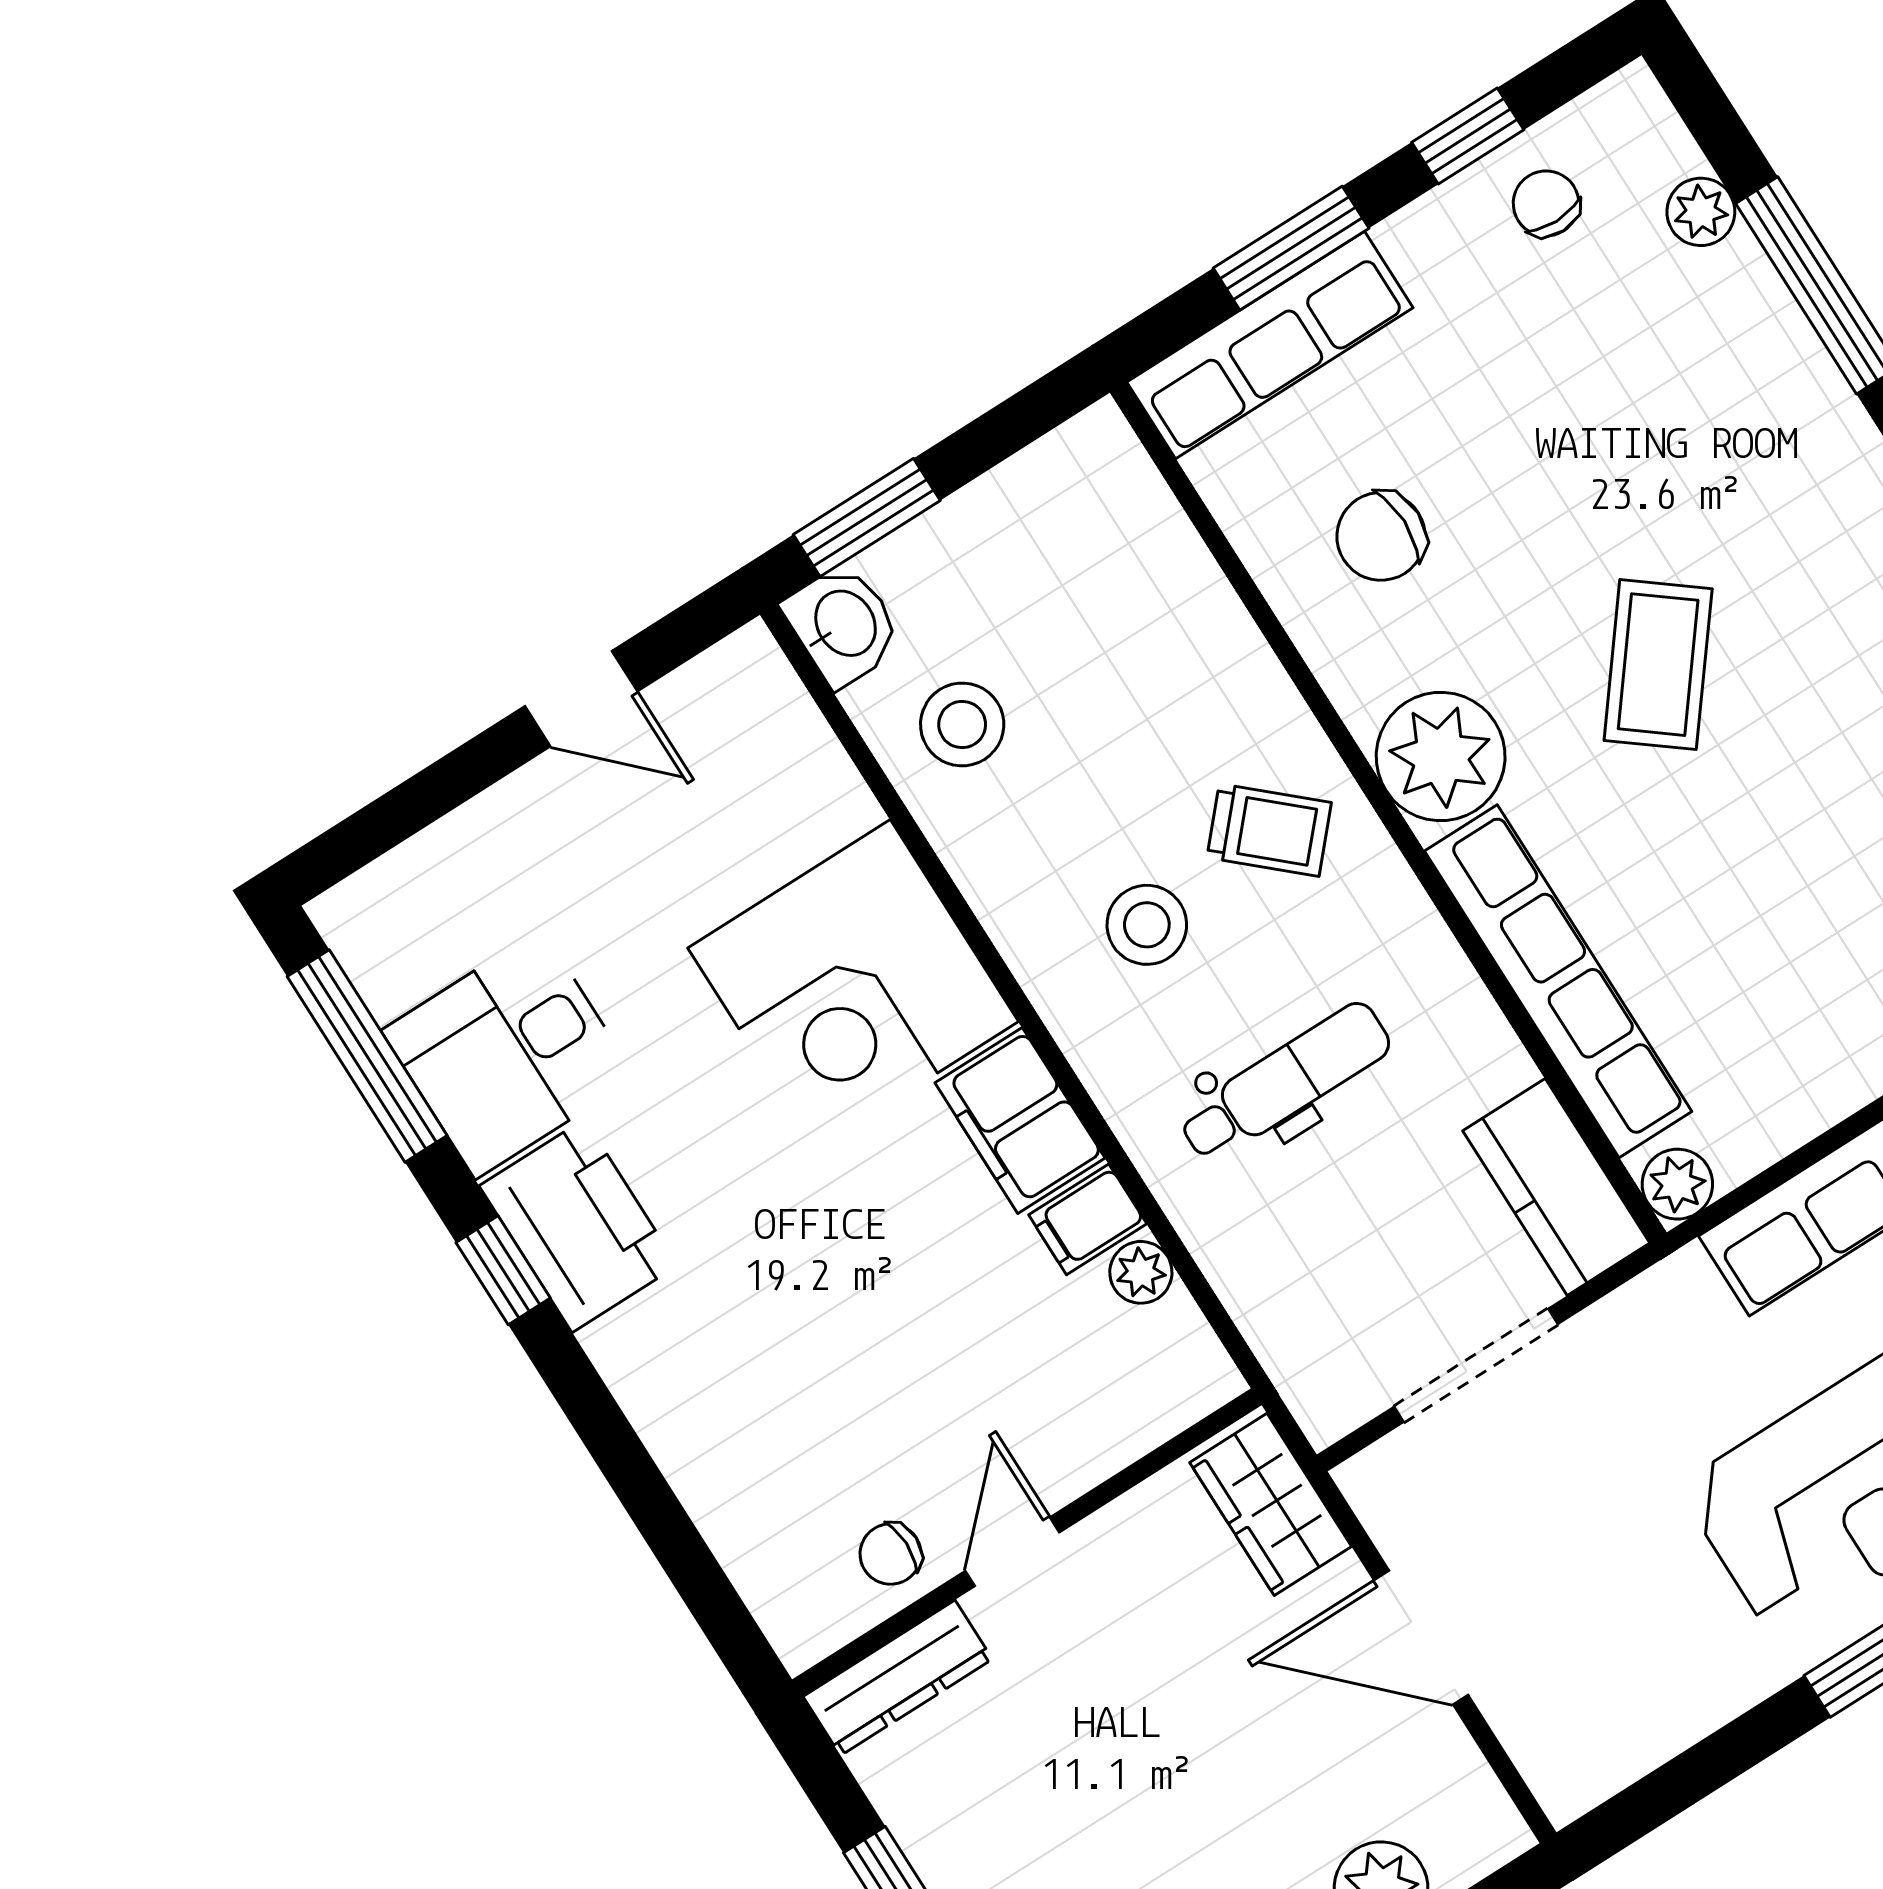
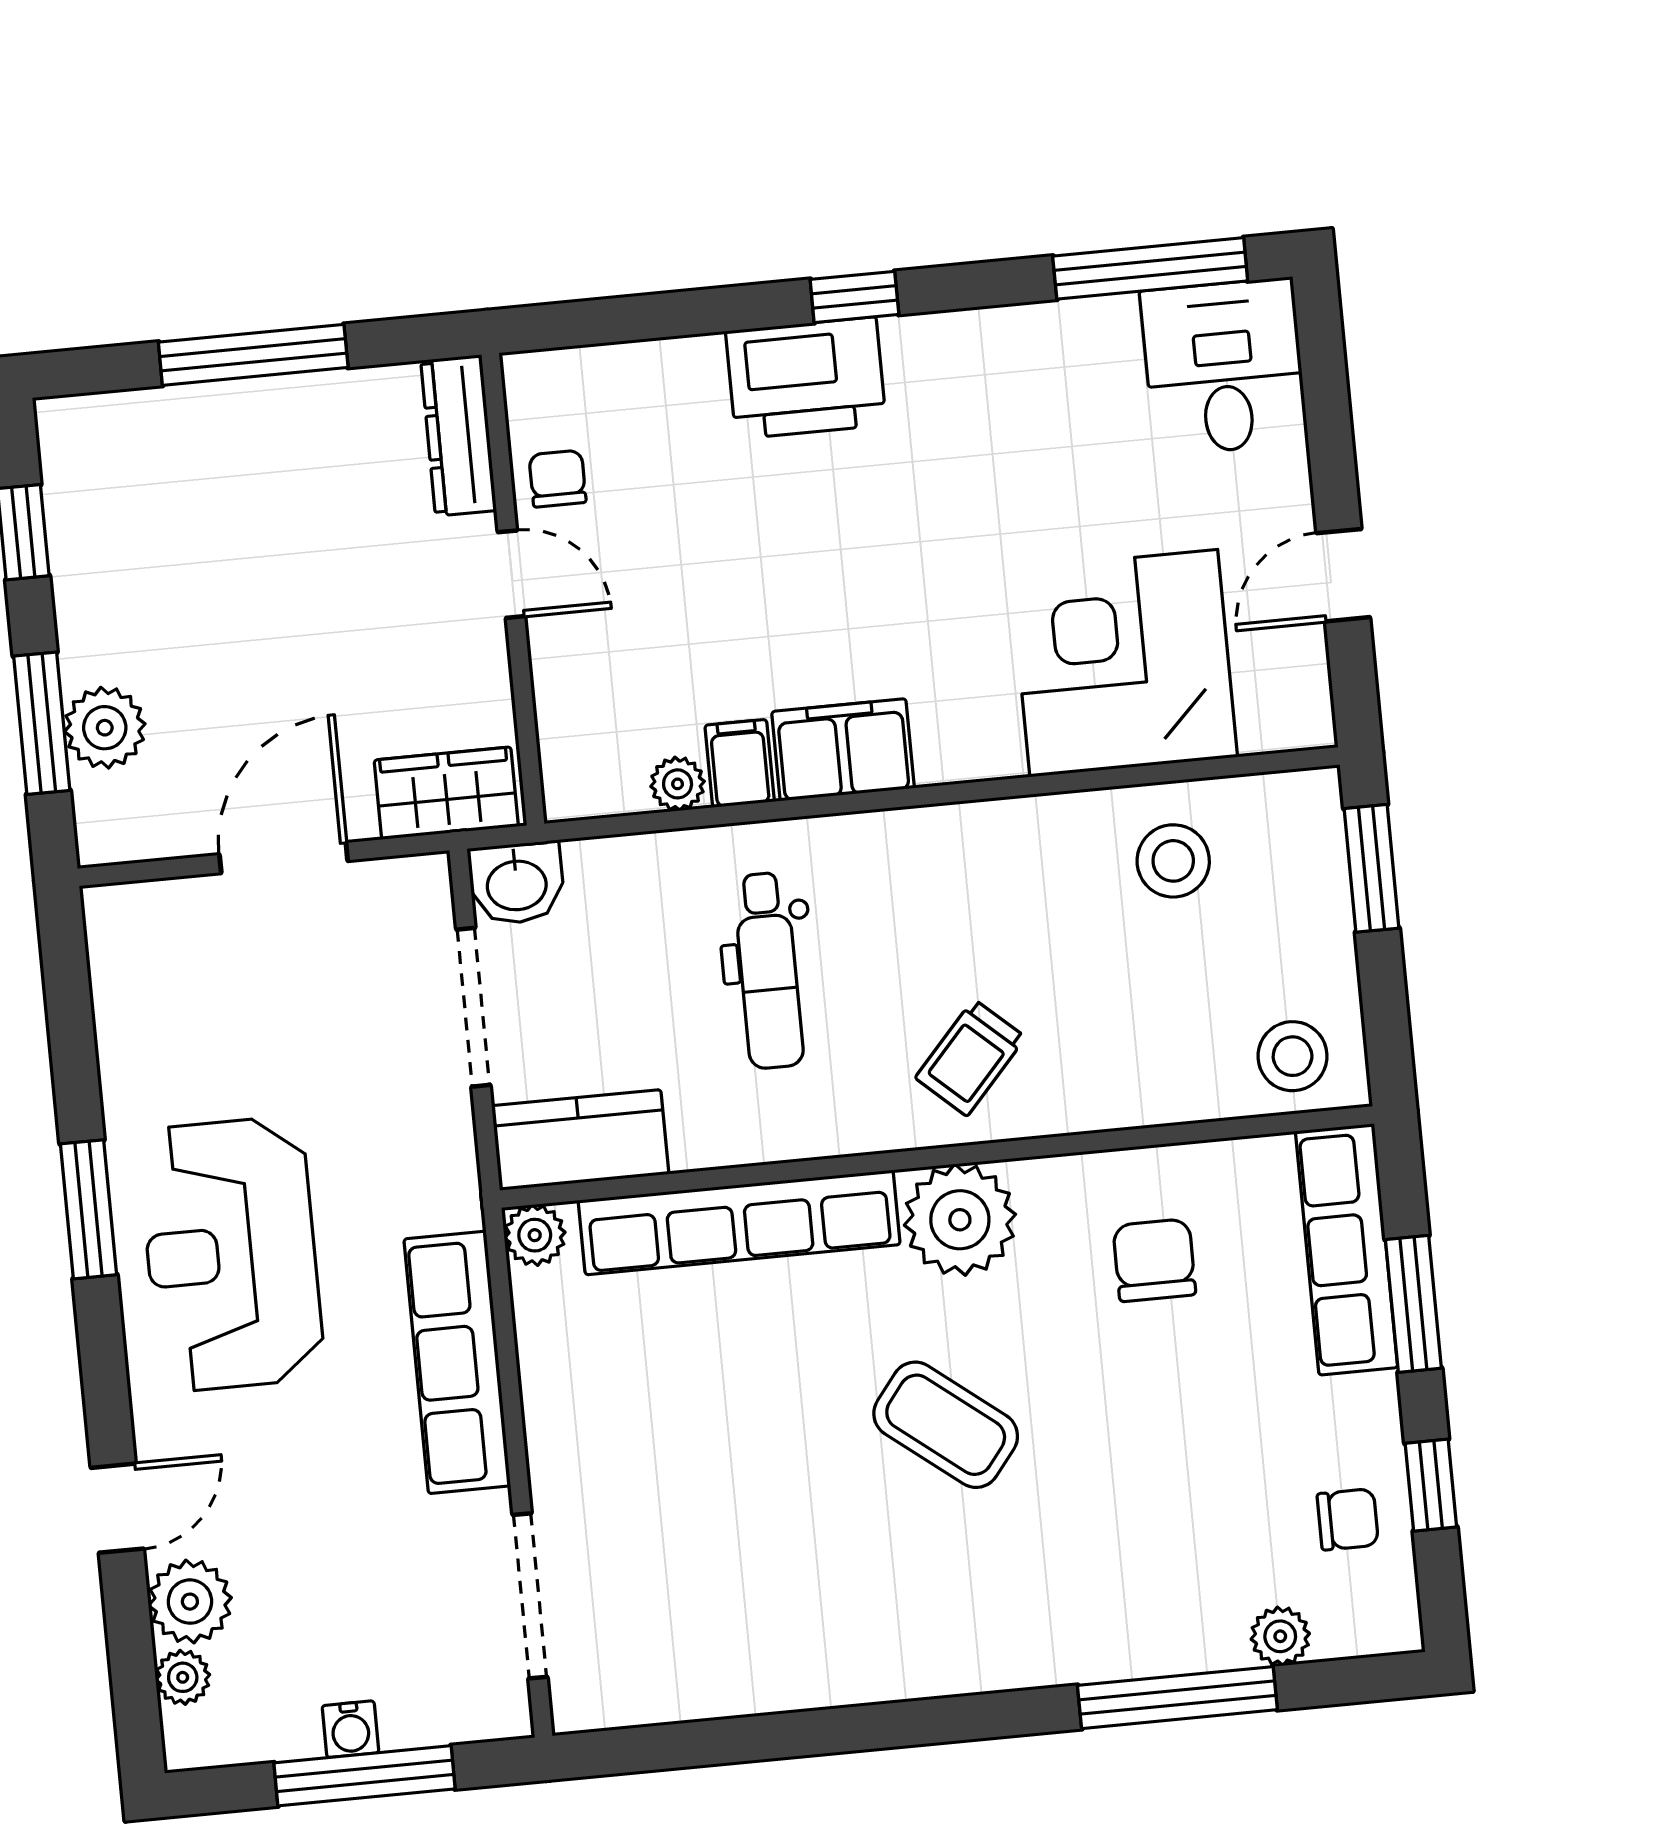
washbasin: (843, 625) -> (516, 883), moved
stool: (1147, 925) -> (1293, 1056), moved
corner desk: (853, 985) -> (1124, 663), moved
desk: (509, 1054) -> (1224, 367), moved
printer: (578, 1226) -> (806, 378), moved
window: (503, 1270) -> (854, 297), moved

